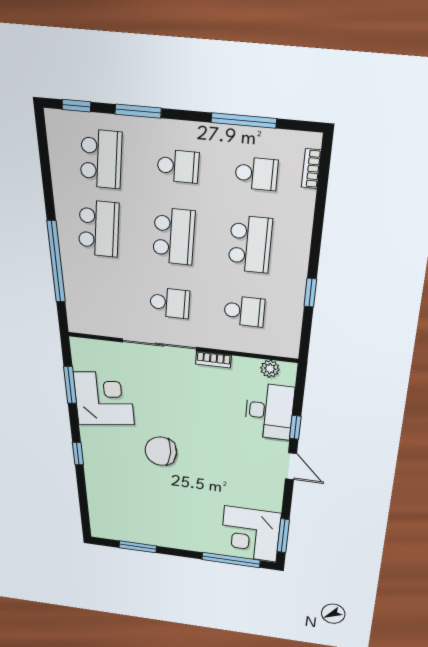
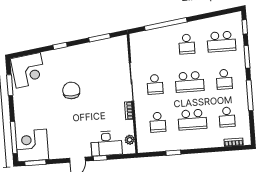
window: (244, 121) -> (250, 95), moved
school desk: (99, 228) -> (187, 44), width x0.54
corner desk: (104, 398) -> (28, 70), moved

